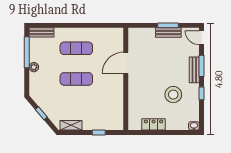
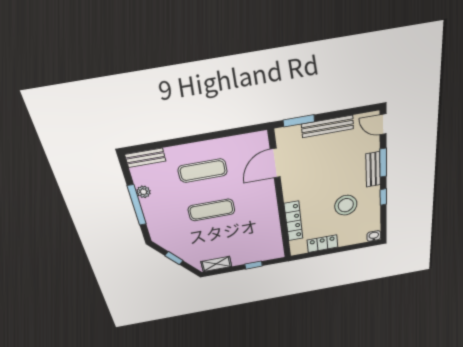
window: (168, 25) -> (299, 121), moved
bench: (168, 33) -> (328, 126), width x1.36
window: (27, 52) -> (137, 205), moved
door: (126, 63) -> (275, 163), moved
plant: (34, 67) -> (143, 192), moved
locker: (133, 100) -> (294, 221), added

